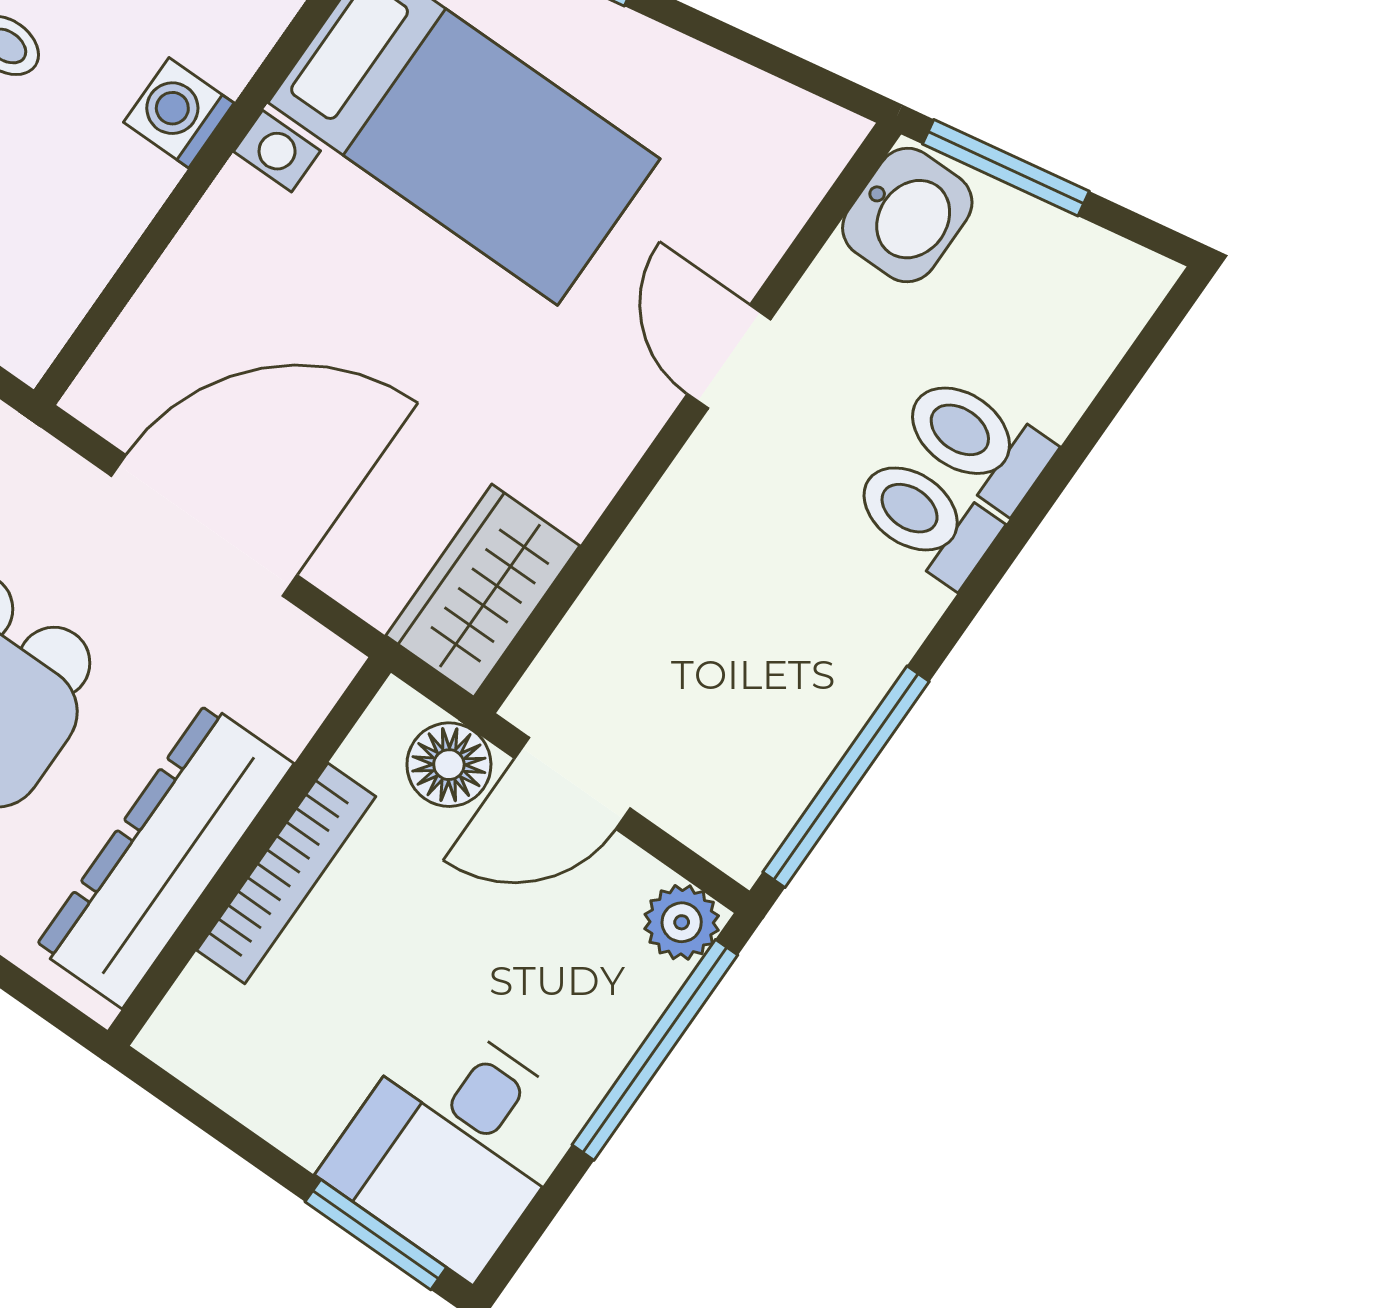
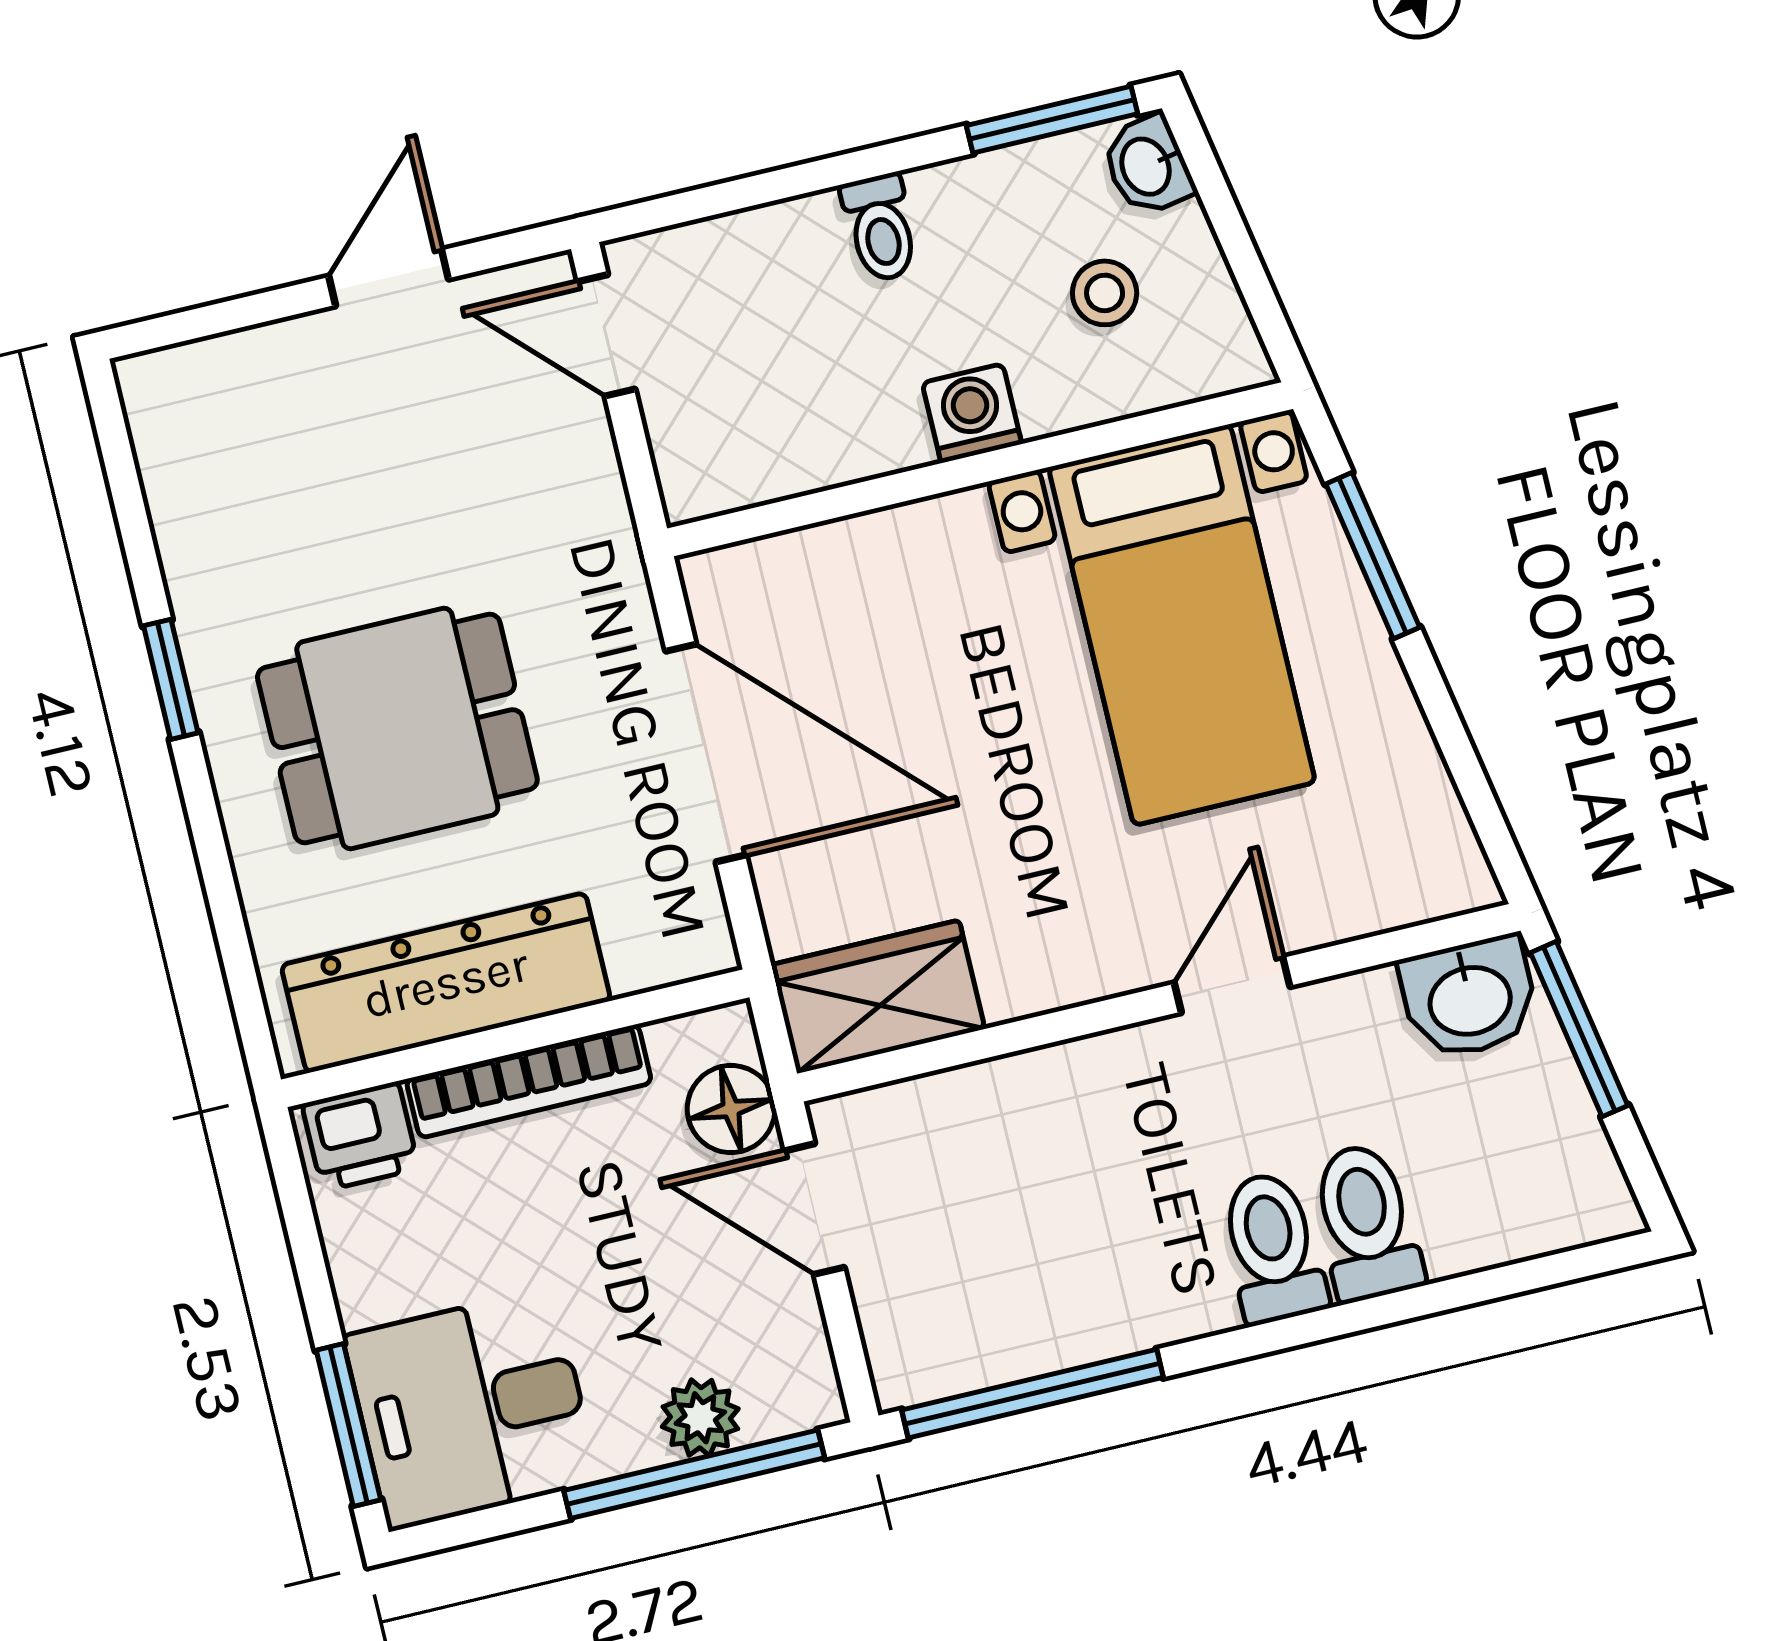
plant: (682, 922) -> (700, 1418), moved
printer: (201, 1020) -> (360, 1136), added

